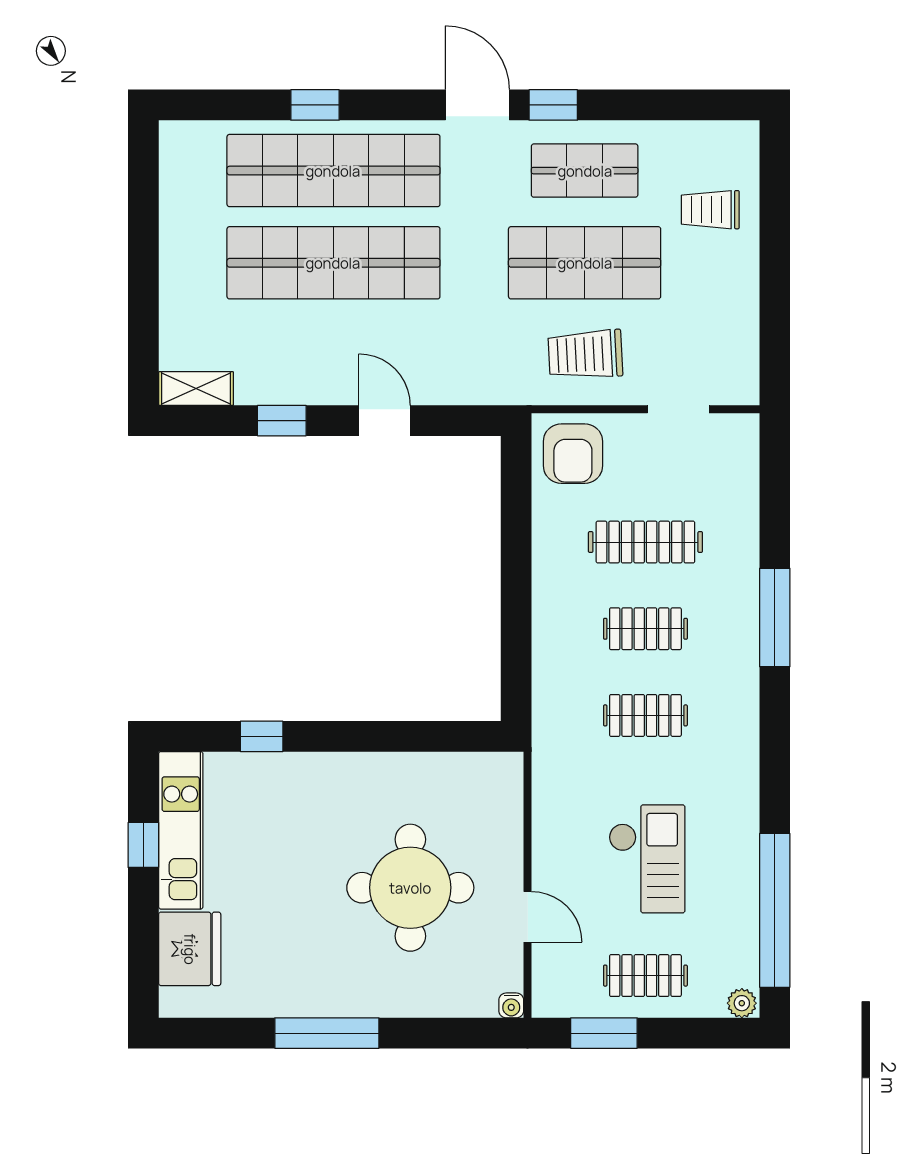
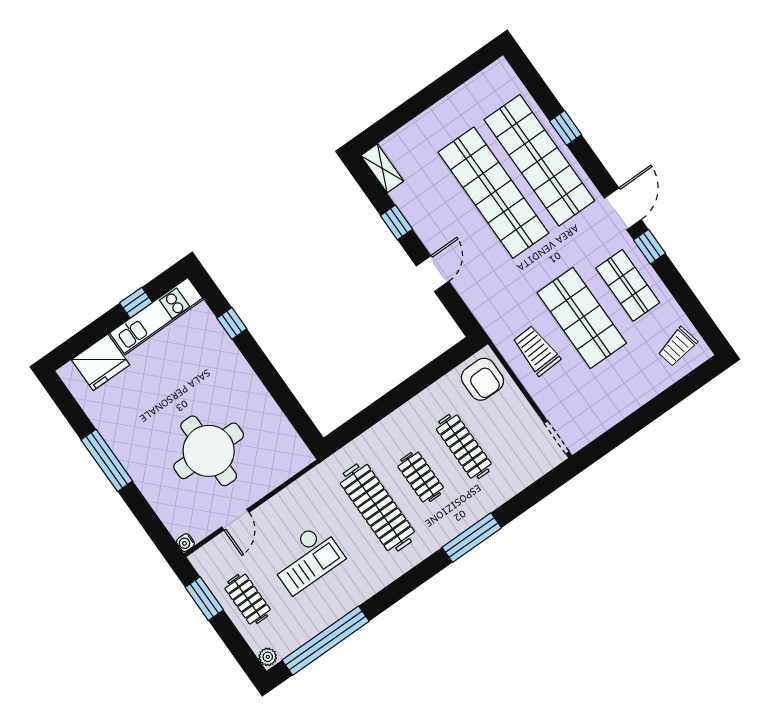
trolley: (710, 210) -> (678, 347), moved, turned -102
doorway: (678, 409) -> (557, 437), moved
armchair: (573, 454) -> (482, 379), turned -90
clothes rail: (645, 715) -> (377, 508), width x1.86, depth x1.31

